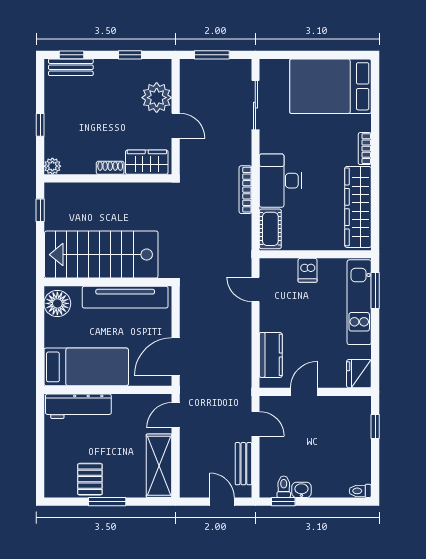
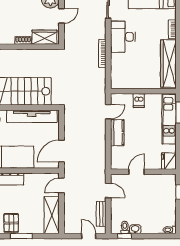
door: (176, 126) -> (61, 16), hinge flipped
desk: (280, 181) -> (123, 37), moved
cot: (270, 229) -> (117, 76), removed
door: (255, 289) -> (108, 112), swing flipped
kitchen counter: (271, 355) -> (117, 133), moved

